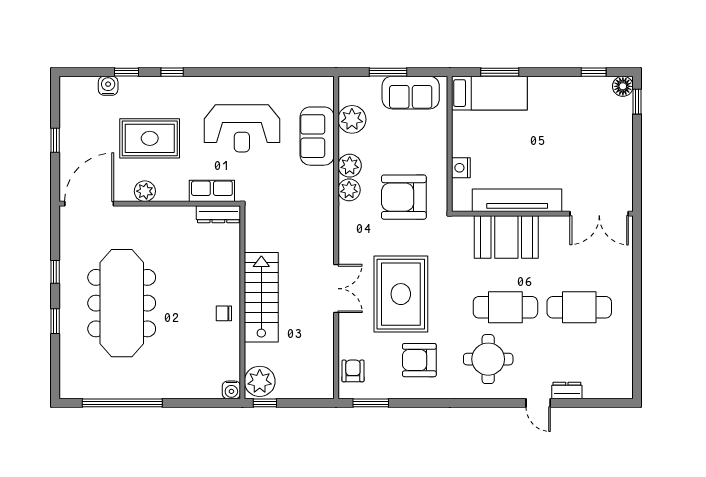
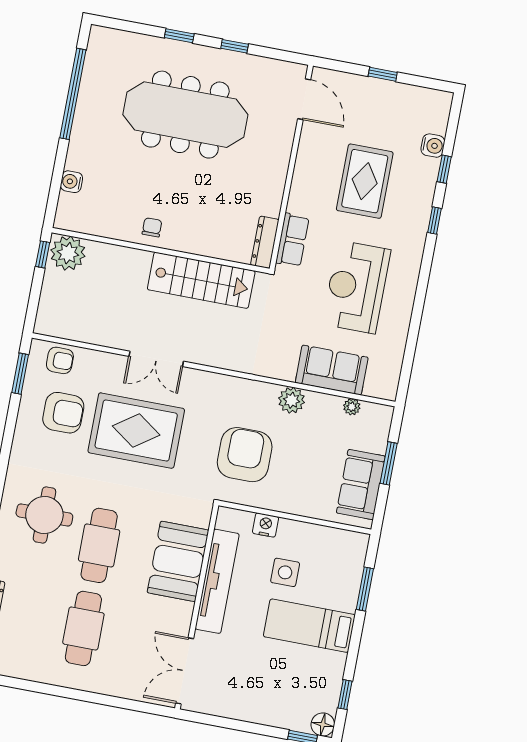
bed: (489, 93) -> (309, 626), moved, turned 90
plant: (352, 119) -> (352, 407), width x0.53, depth x0.53
side table: (498, 143) -> (285, 572), added
plant: (349, 190) -> (264, 395), removed
plant: (145, 191) -> (306, 164), removed
door: (89, 204) -> (304, 99), width x0.73
stairs: (261, 297) -> (201, 280), moved
armchair: (419, 360) -> (63, 413), moved, turned 90
water cooler: (231, 390) -> (71, 182), moved

